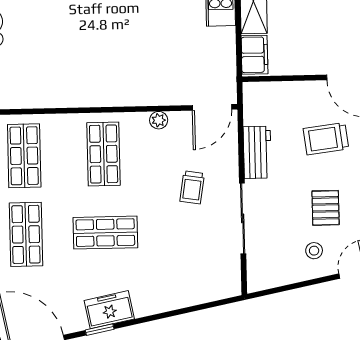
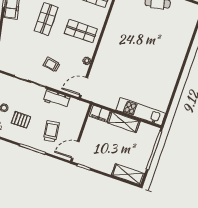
door: (212, 107) -> (84, 86), hinge flipped

